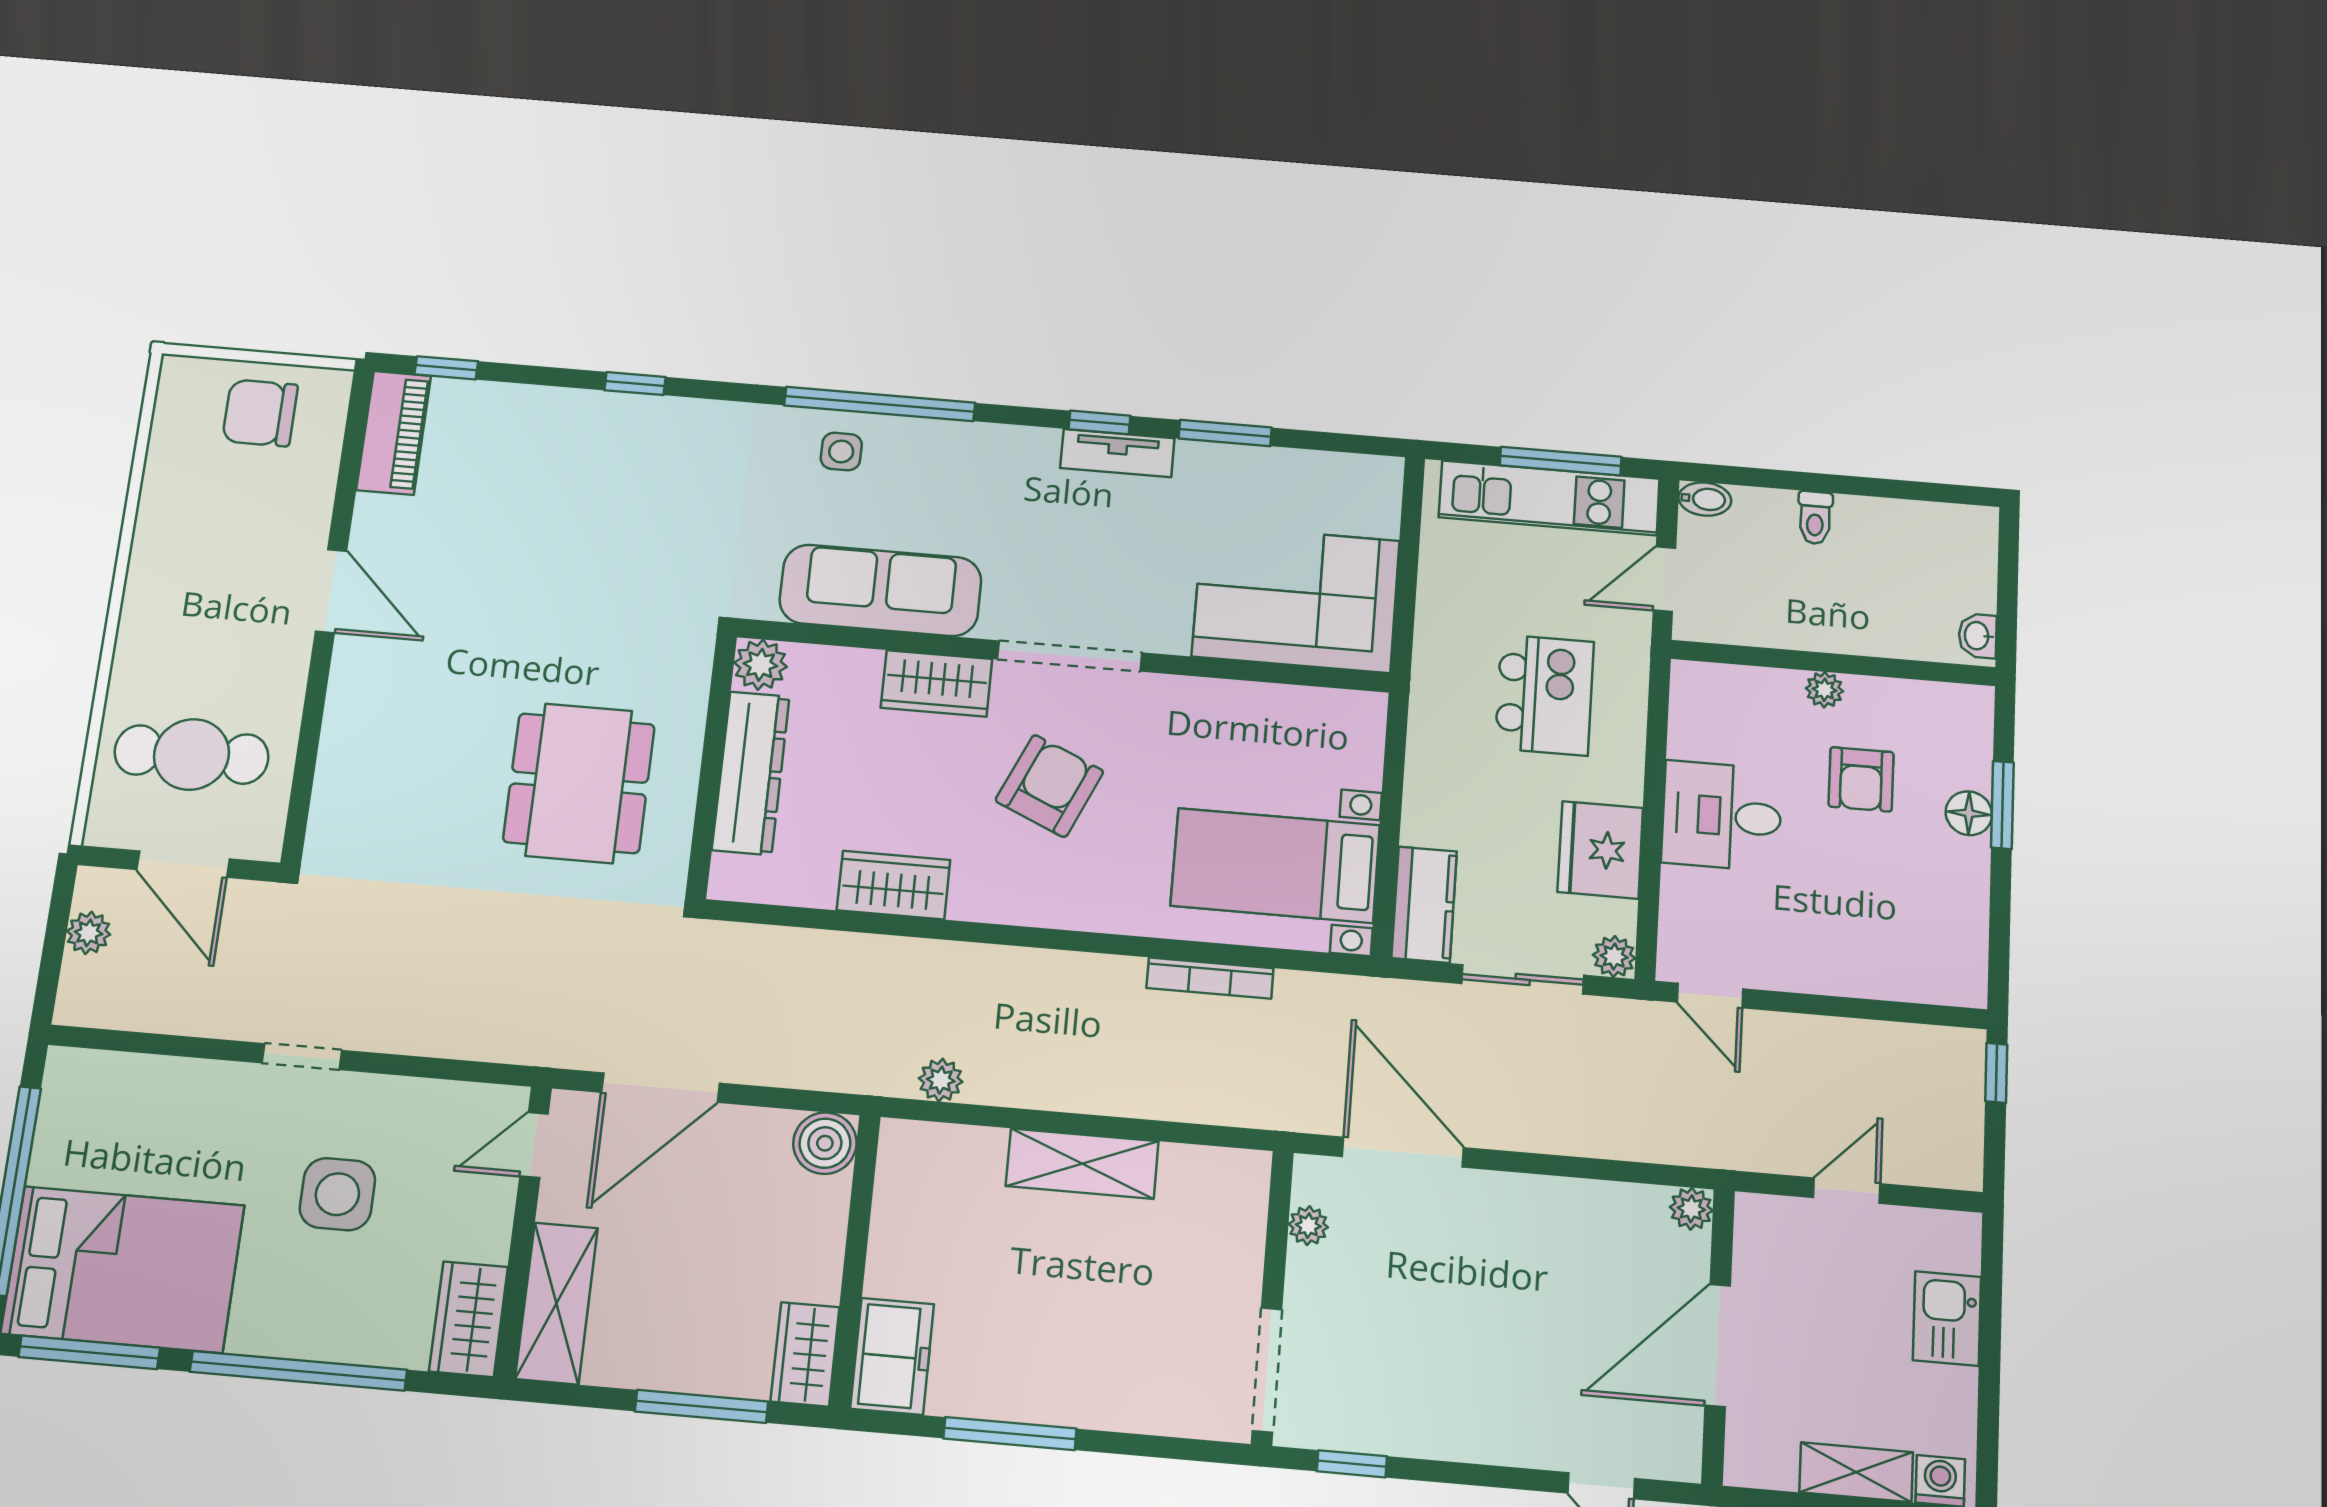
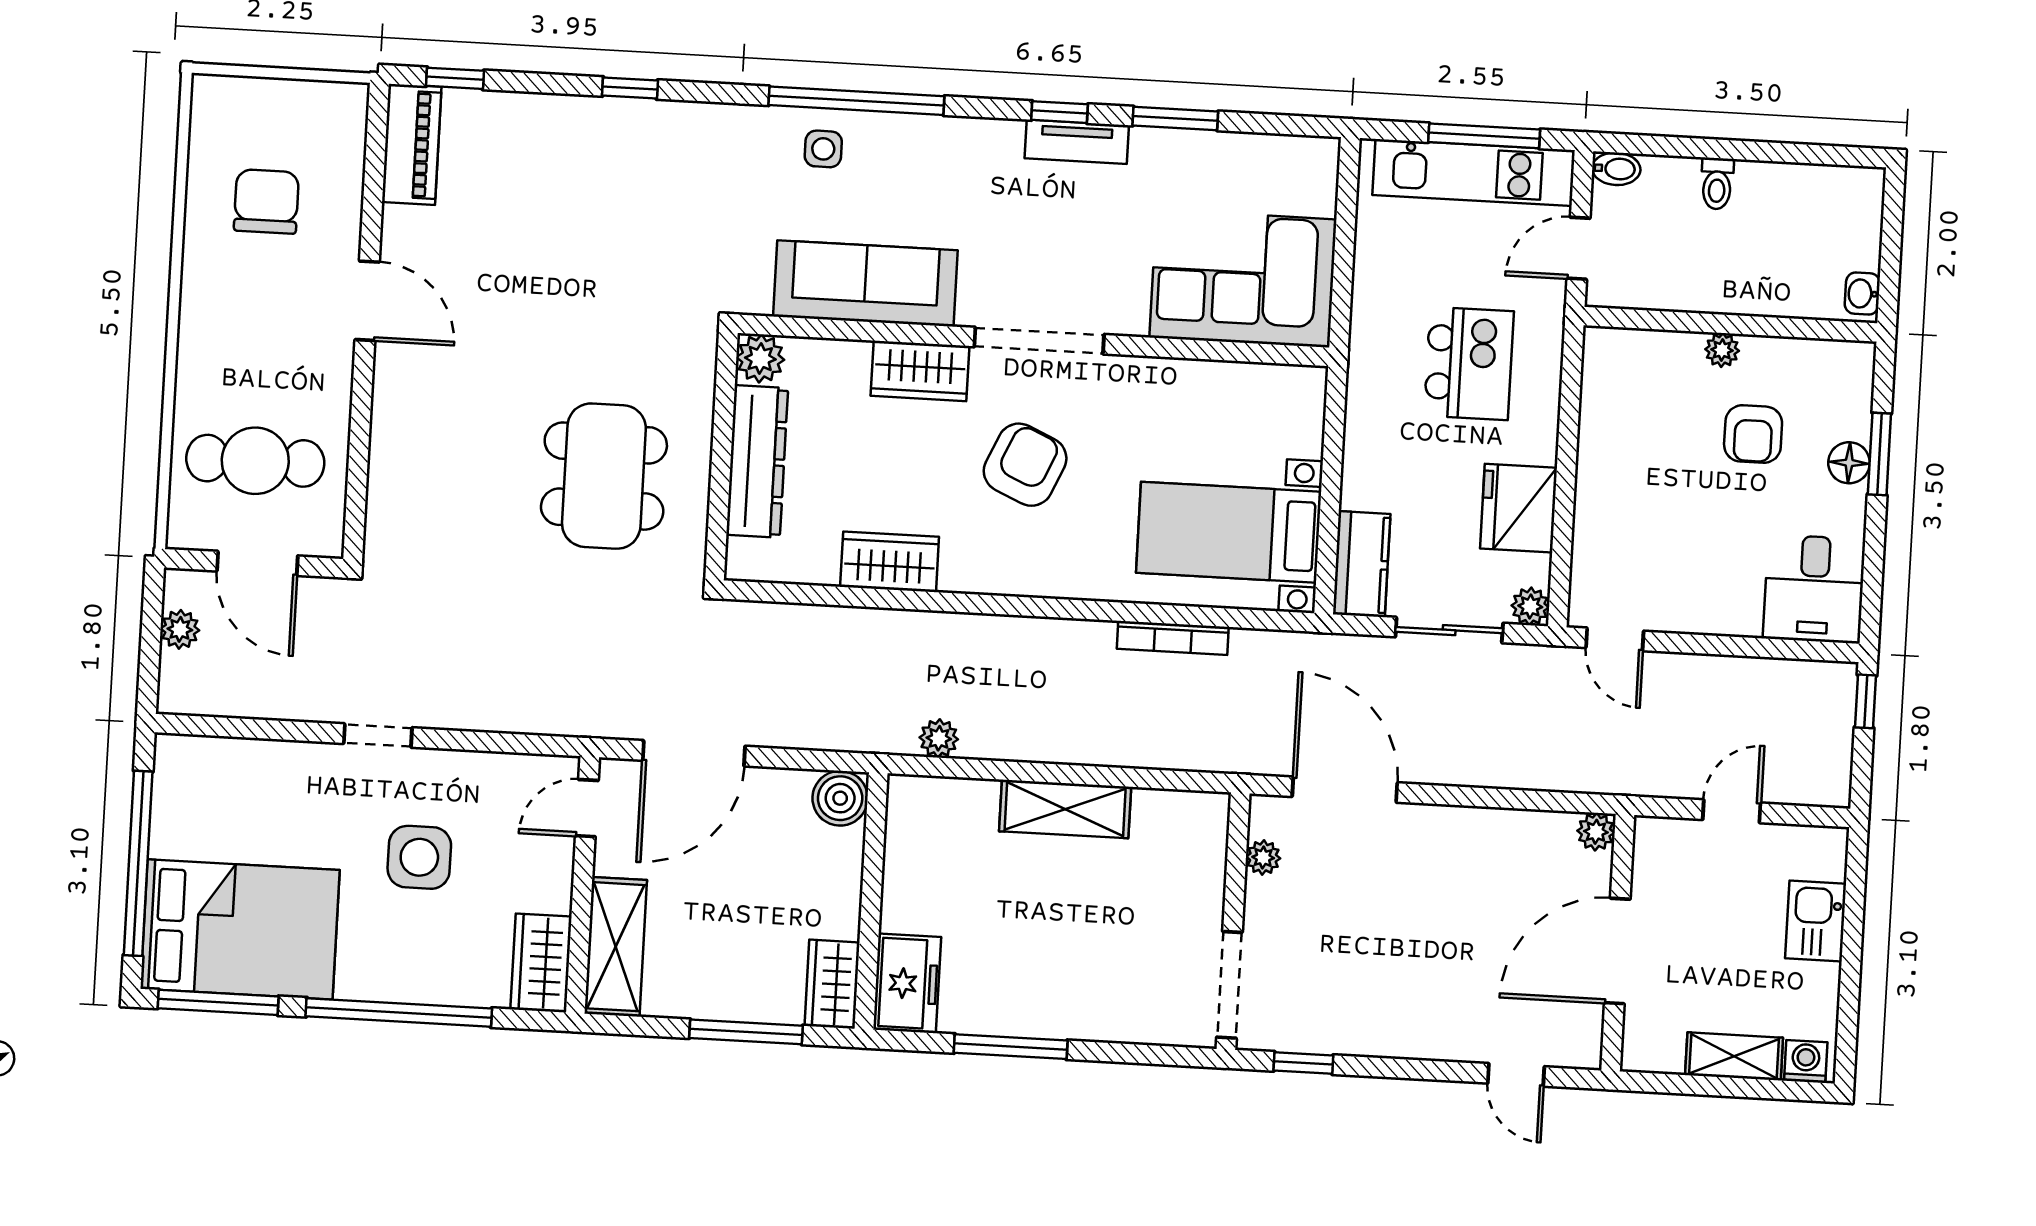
chair: (260, 413) -> (266, 201), moved, turned 90
desk: (1722, 816) -> (1814, 589), moved, turned -90

